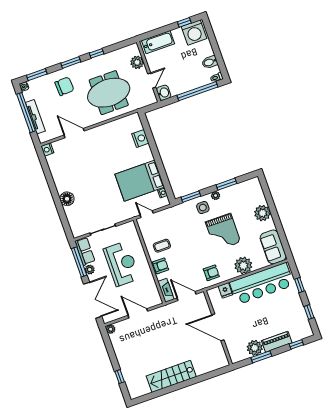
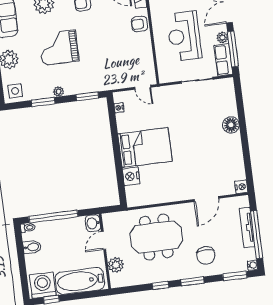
bathtub: (158, 42) -> (80, 281), width x1.36, depth x1.36
chair: (64, 86) -> (206, 256), turned -87
door: (74, 133) -> (206, 199), hinge flipped
bed: (140, 181) -> (145, 148), moved
side table: (203, 208) -> (15, 91), moved
grand piano: (223, 232) -> (59, 48), turned -90
coffee table: (162, 246) -> (133, 47), removed

